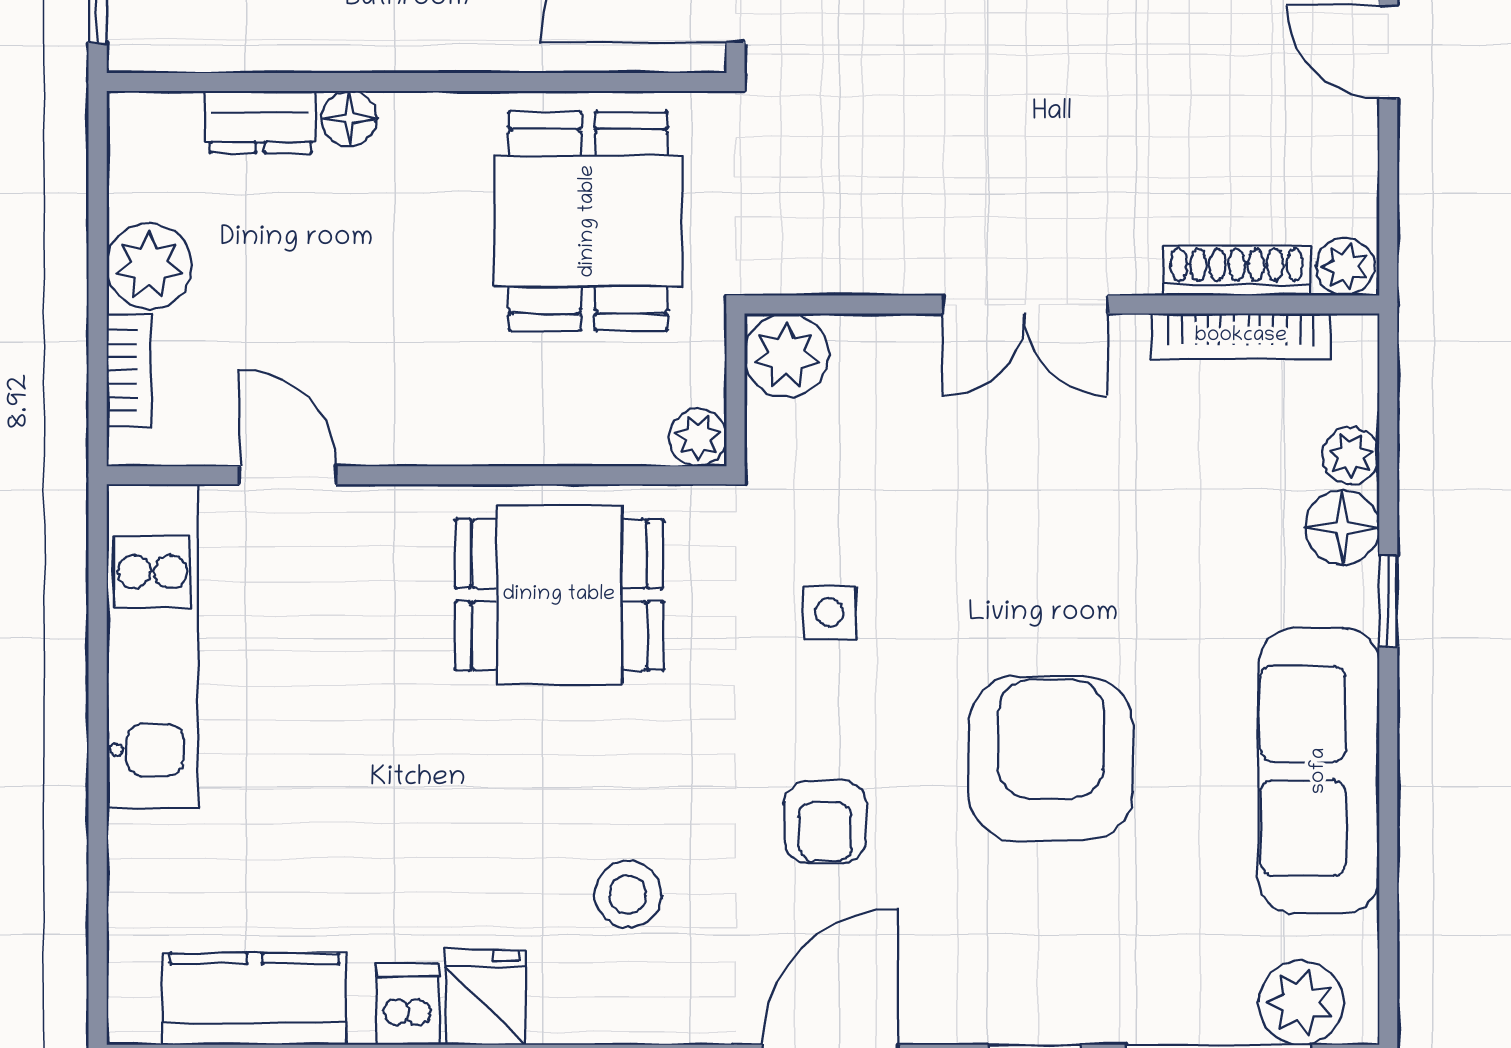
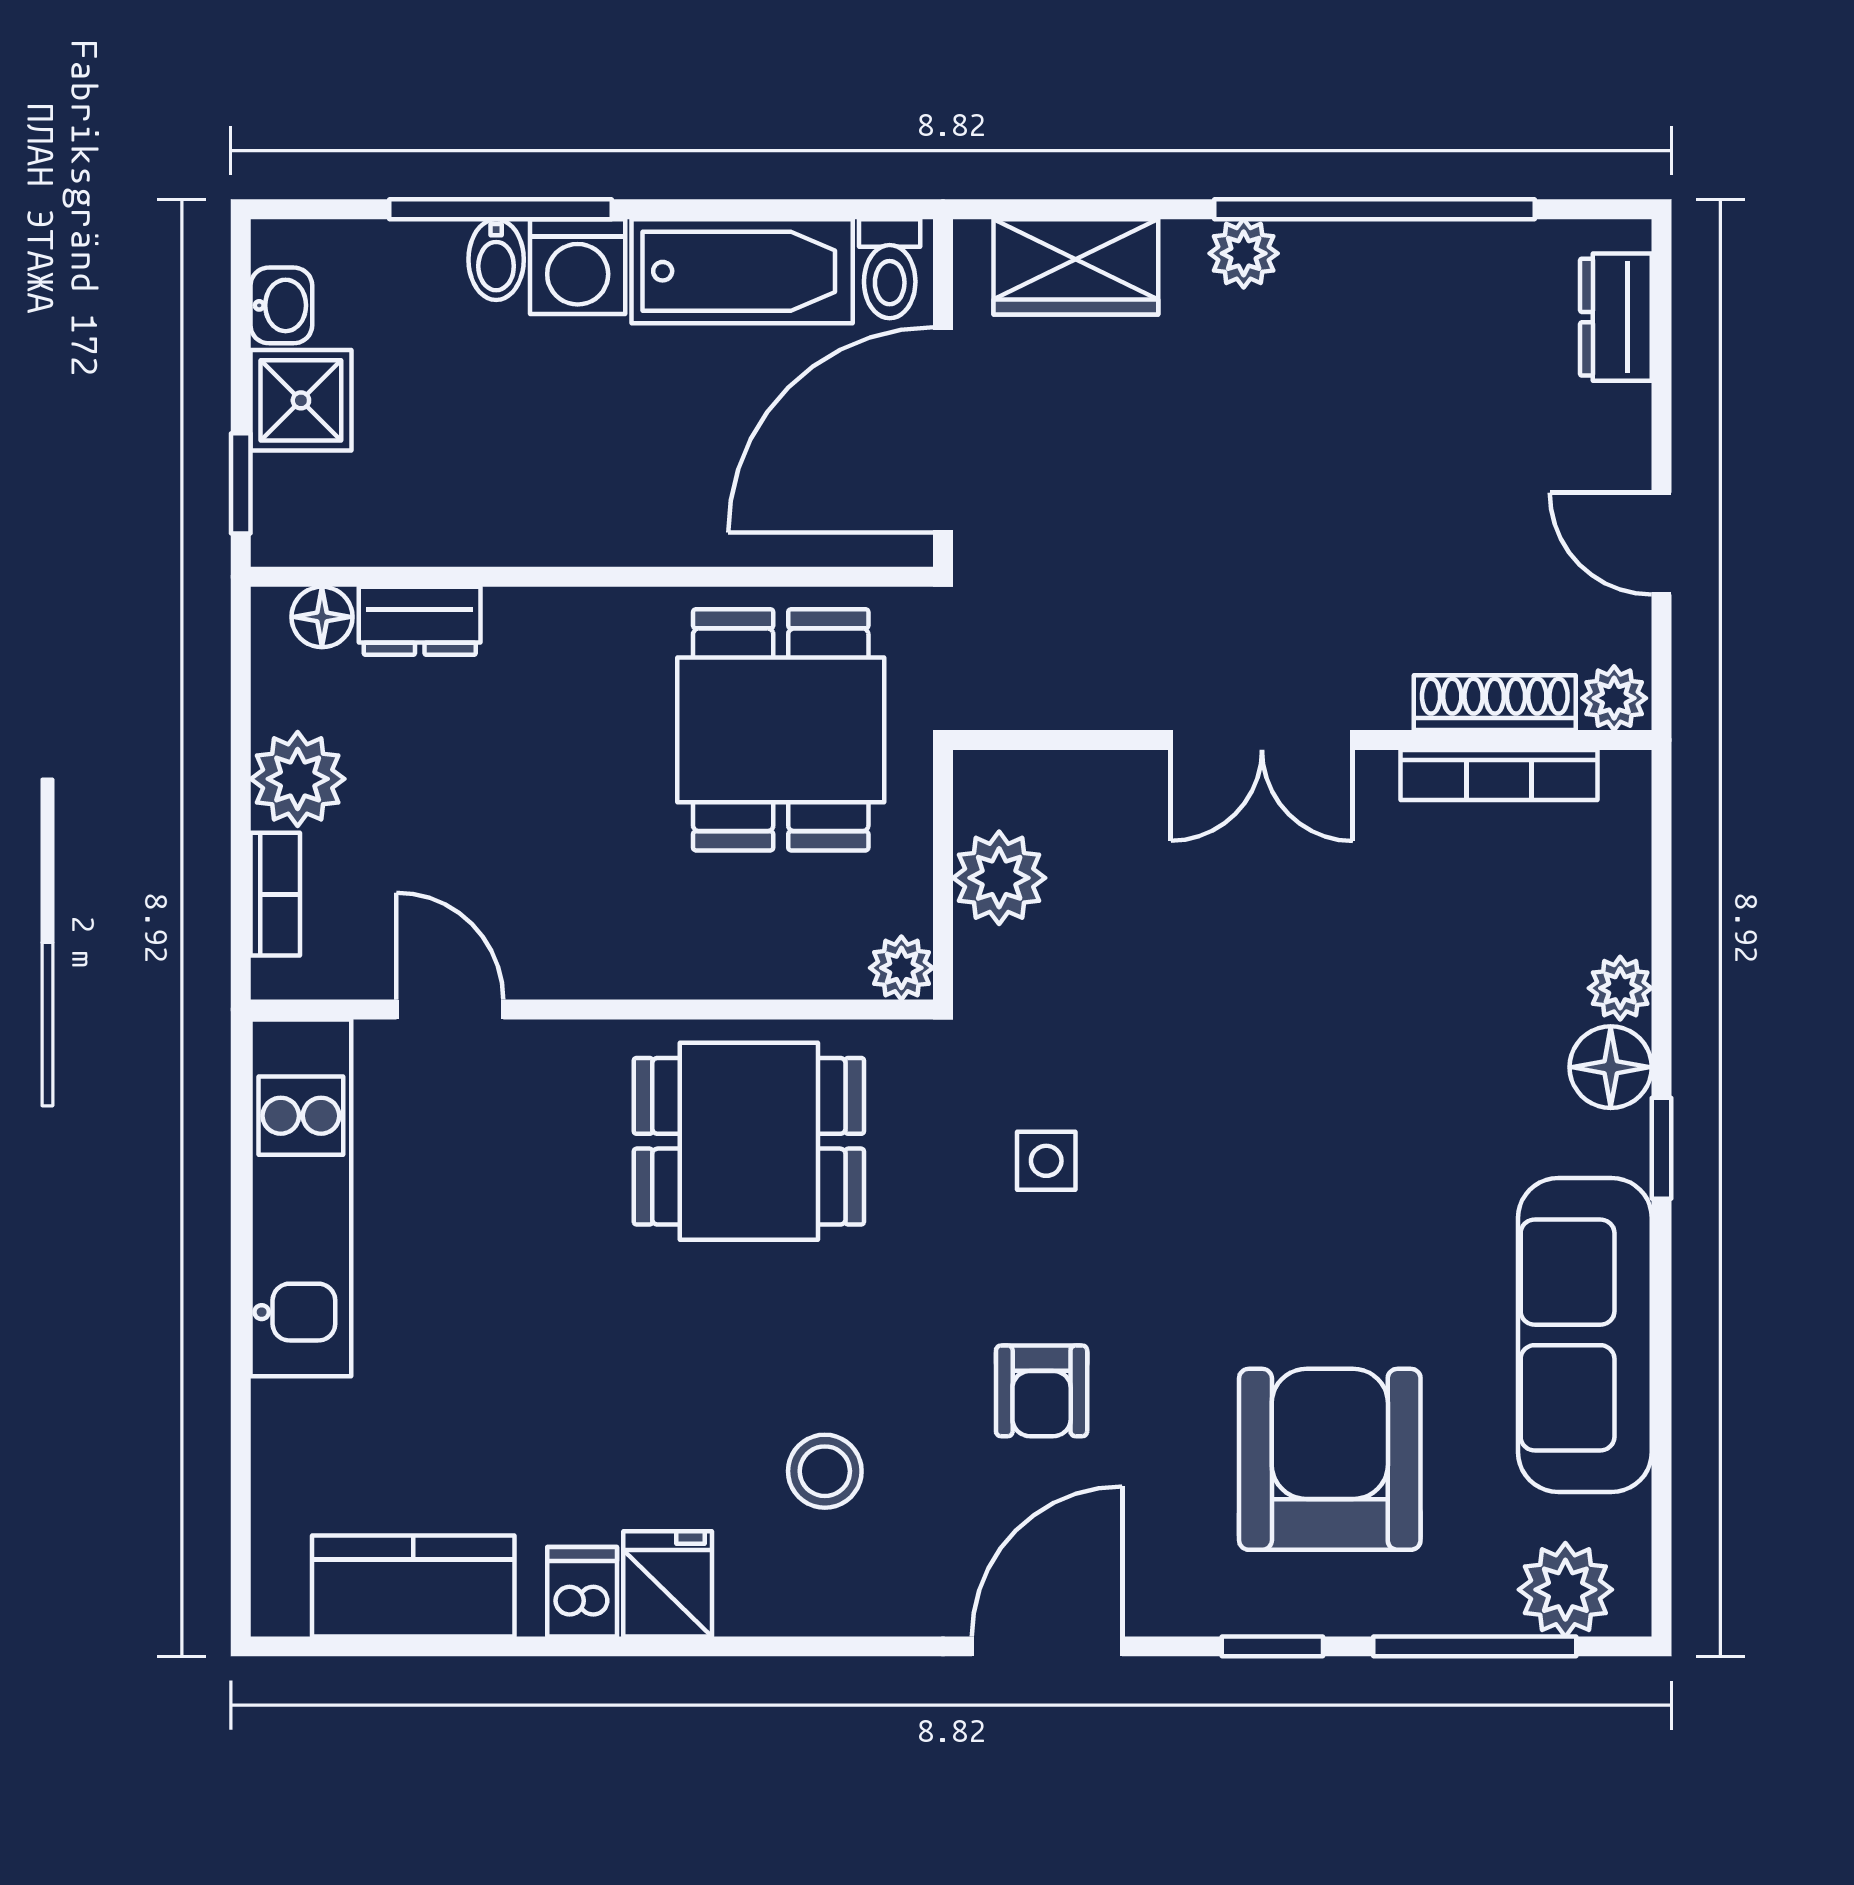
floor lamp: (349, 119) -> (322, 617), moved
plant: (1345, 267) -> (1614, 698), moved
shoe rack: (1237, 271) -> (1495, 703), moved
double door: (1025, 305) -> (1262, 740), moved
wall: (1062, 305) -> (1302, 740), moved
bookcase: (1241, 336) -> (1499, 775), moved
armchair: (1051, 759) -> (1330, 1459), moved

